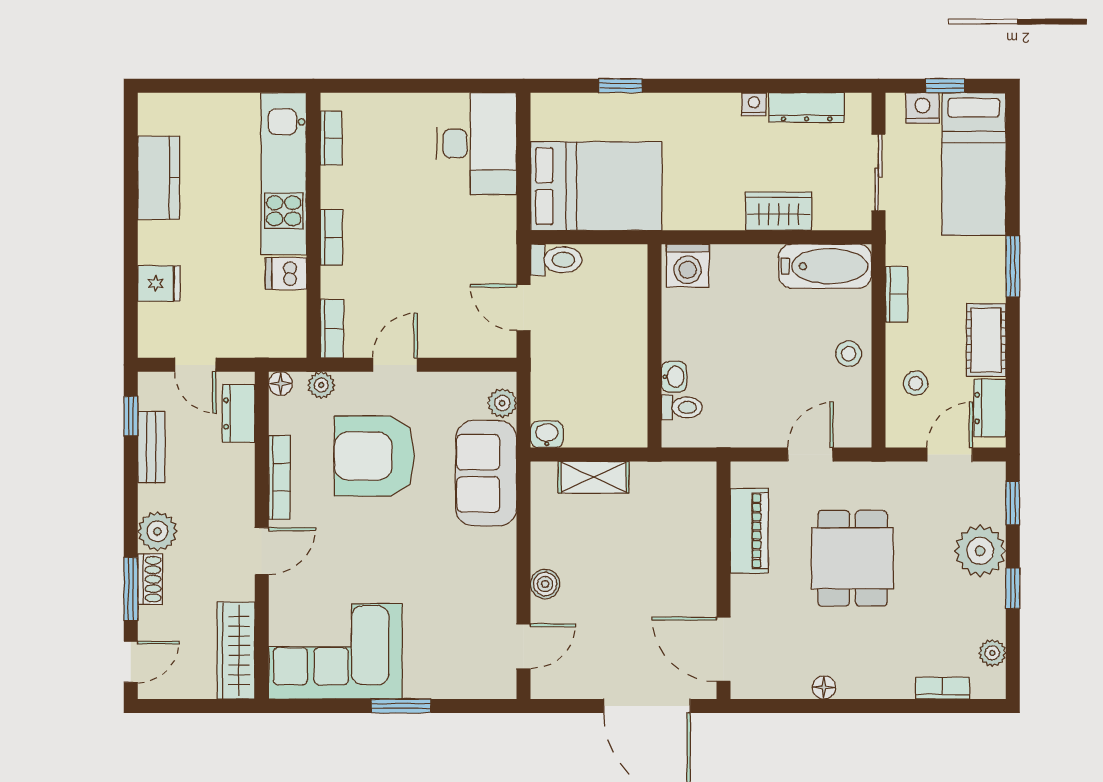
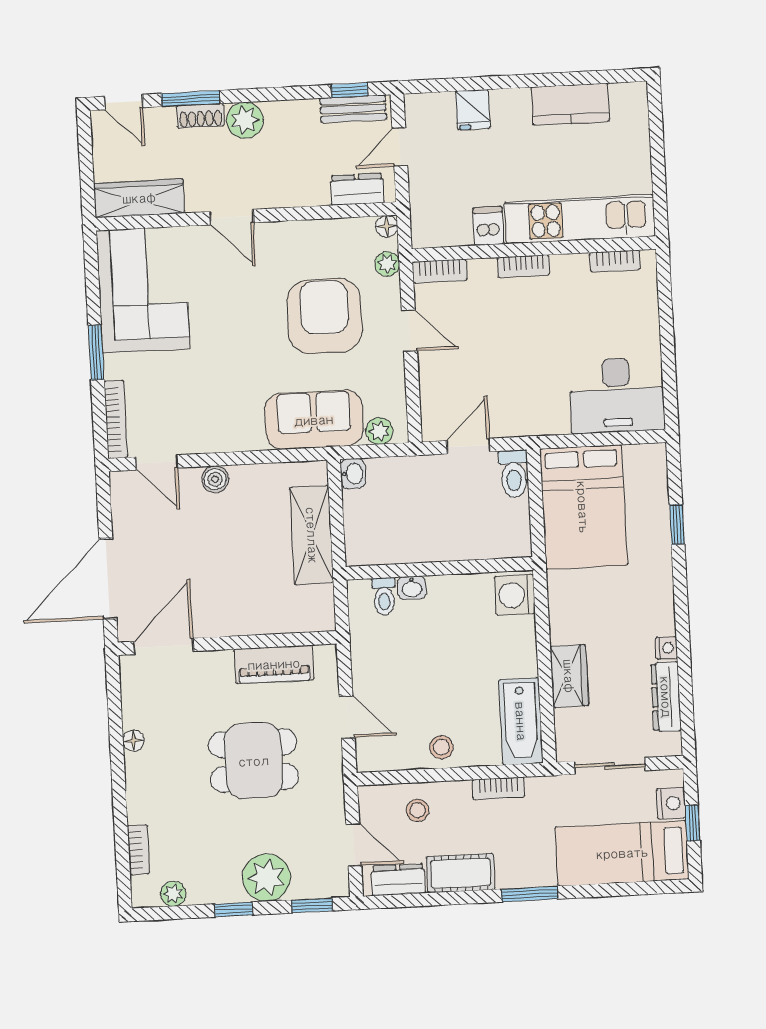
bench: (151, 447) -> (353, 109), moved
bookcase: (279, 477) -> (116, 419), moved, turned -90
shelving: (593, 477) -> (312, 535), width x1.50, depth x1.33

